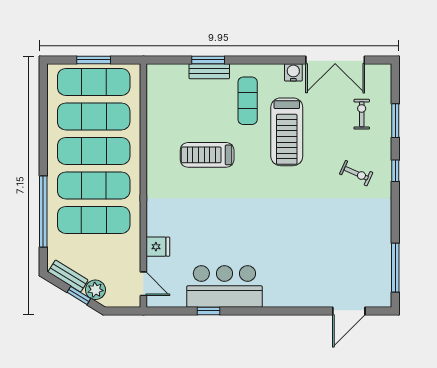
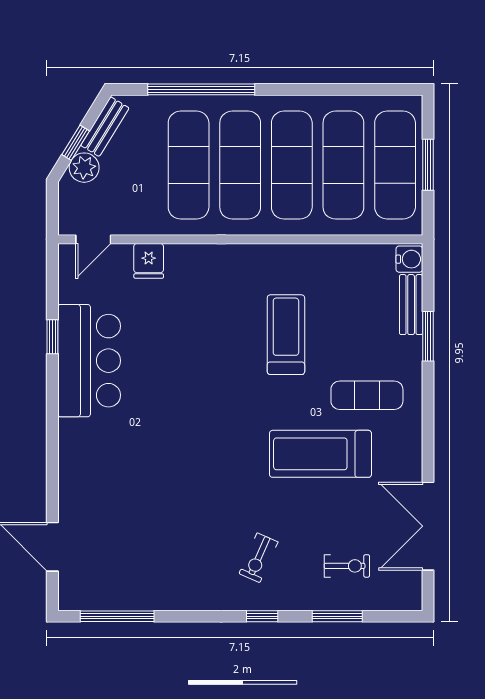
bench: (209, 71) -> (411, 305), moved
water cooler: (293, 72) -> (409, 259), moved

